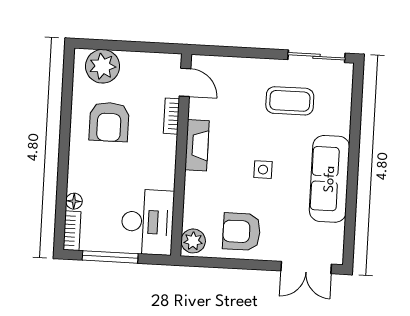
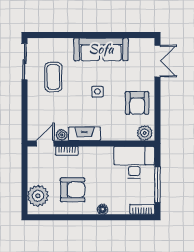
plant: (197, 109) -> (62, 135), added
floor lamp: (74, 201) -> (103, 209), moved

